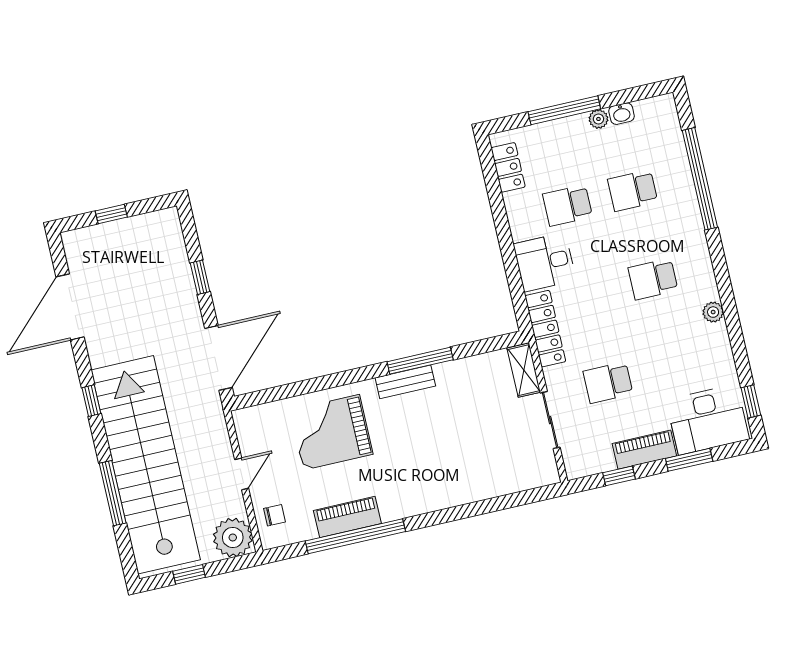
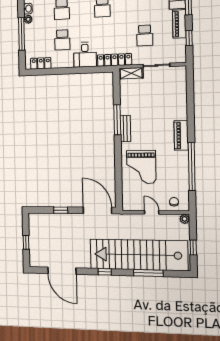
piano: (347, 517) -> (181, 135), moved
plant: (233, 537) -> (185, 219), width x0.53, depth x0.53

